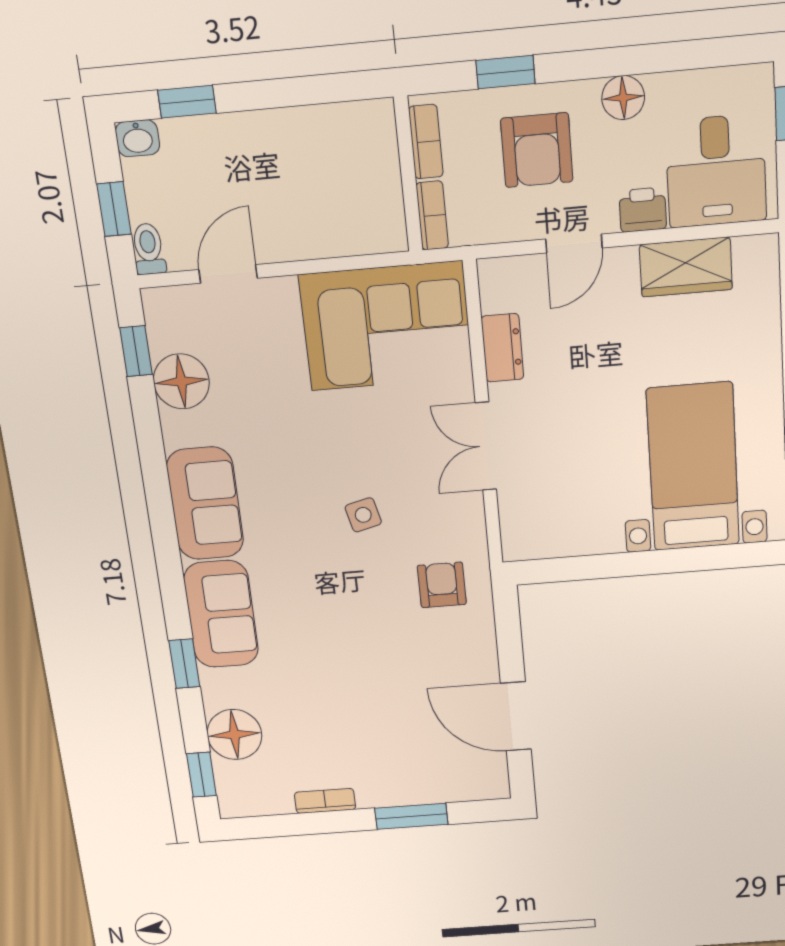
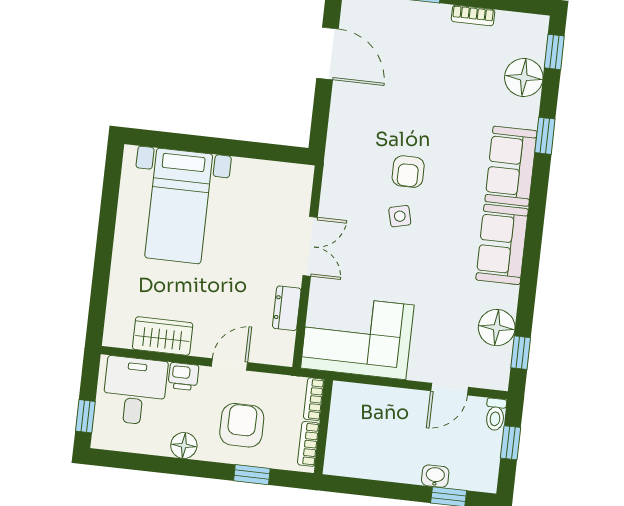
washbasin: (137, 138) -> (435, 476), moved
armchair: (442, 585) -> (408, 172), moved

